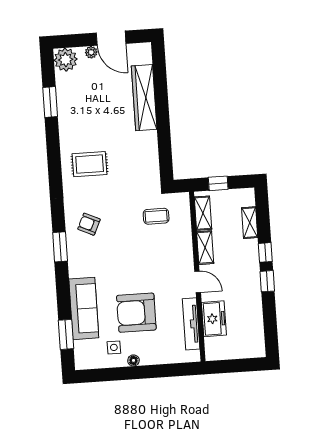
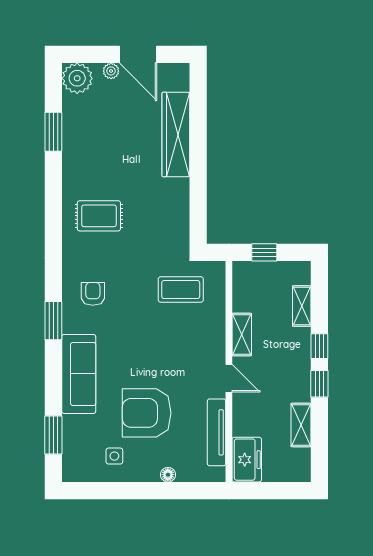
shelving: (203, 213) -> (301, 425), moved
coffee table: (156, 216) -> (181, 290), width x1.36, depth x1.30
armchair: (89, 224) -> (93, 294), turned 65
sofa: (84, 308) -> (79, 374), moved
freezer: (214, 319) -> (247, 460), moved
floor lamp: (134, 360) -> (168, 475), moved

